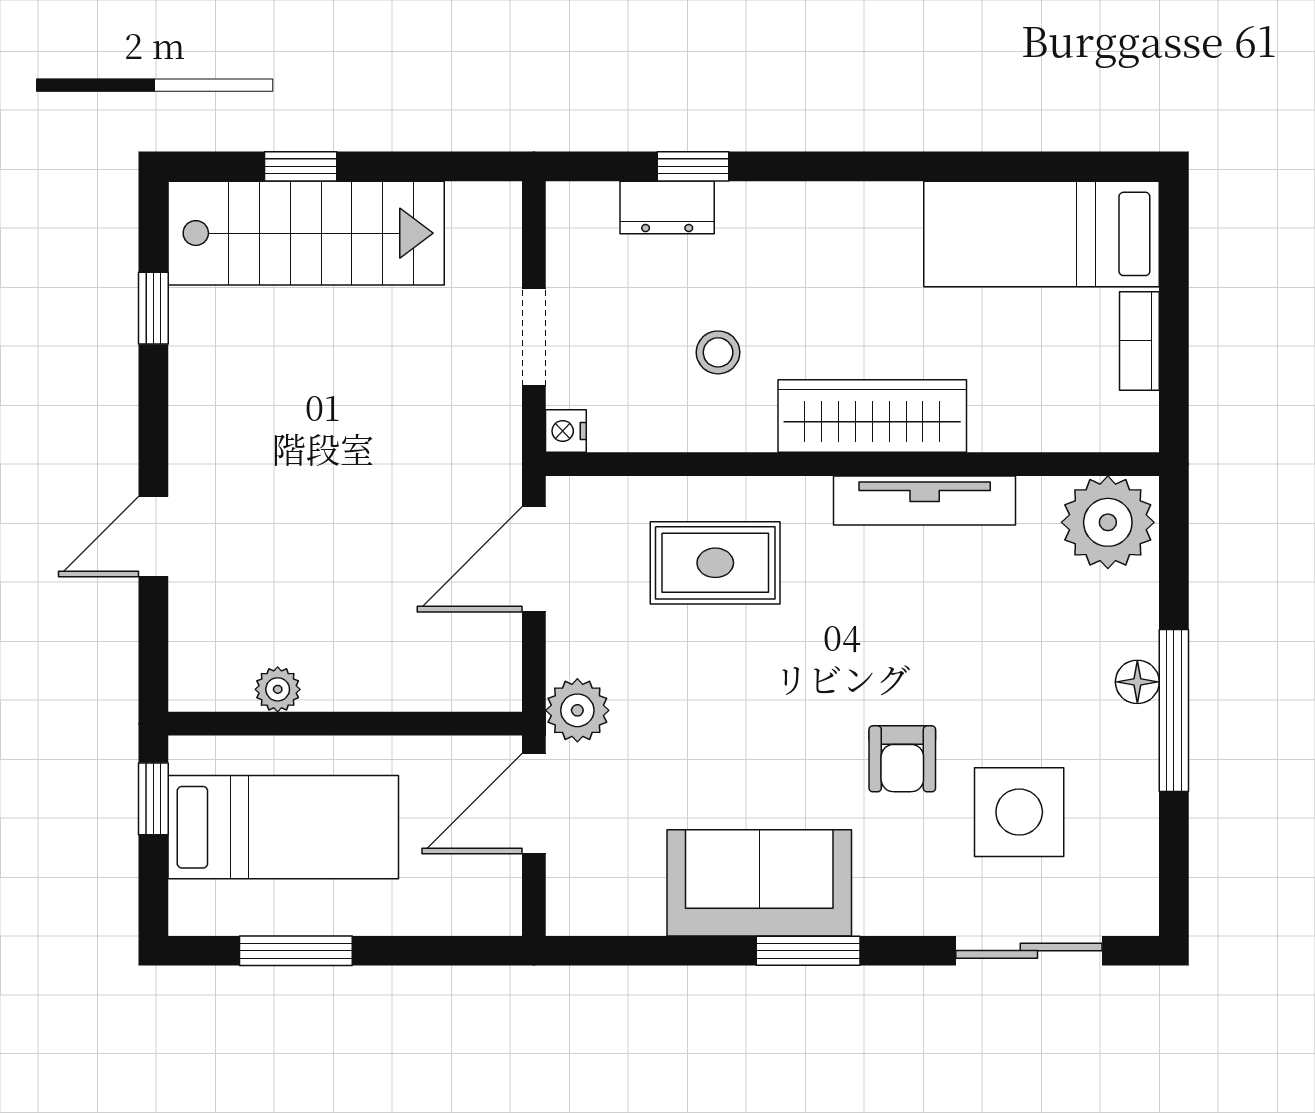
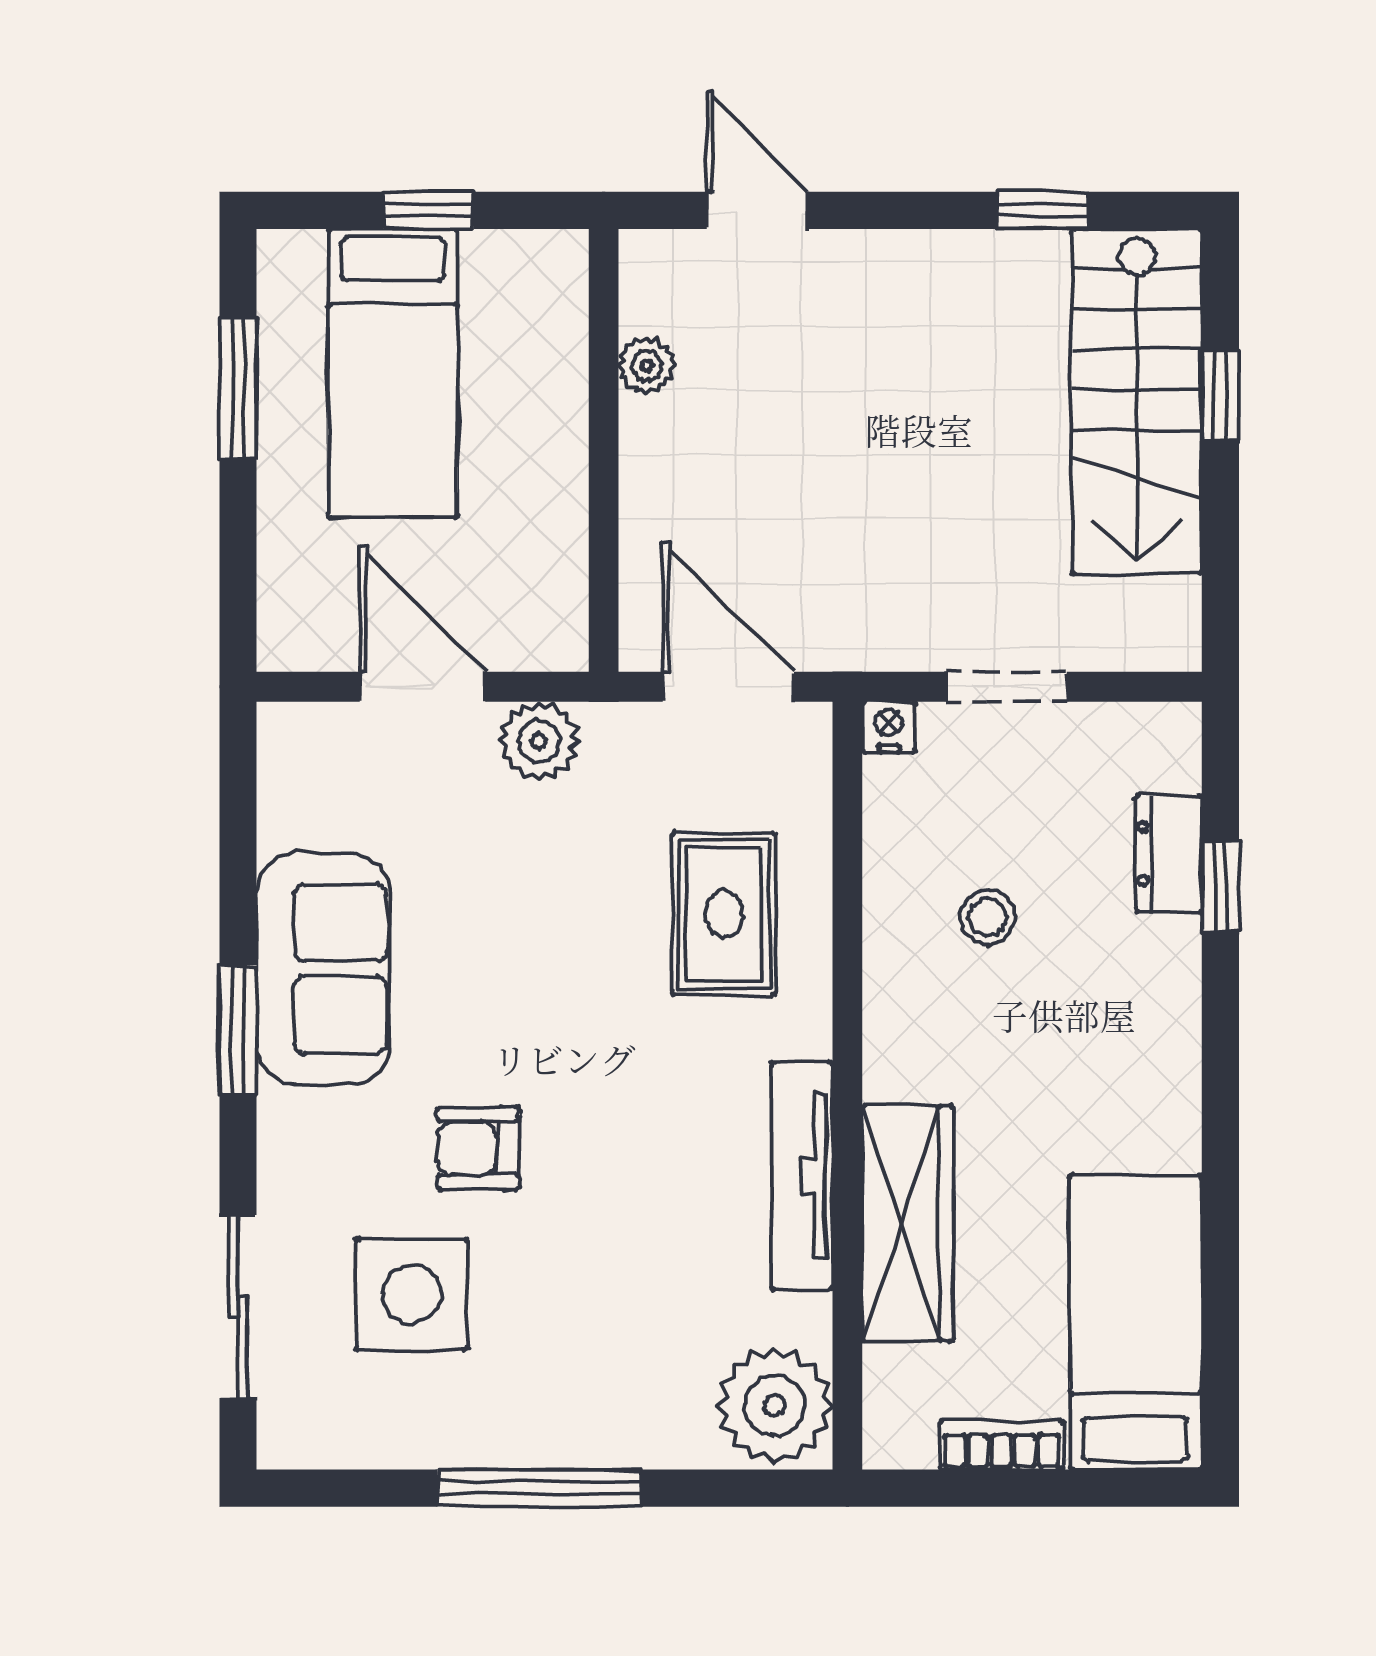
wardrobe: (872, 416) -> (908, 1223), moved
floor lamp: (1137, 682) -> (575, 1442), removed
plant: (278, 689) -> (647, 366), moved
wall: (345, 724) -> (604, 450), moved

